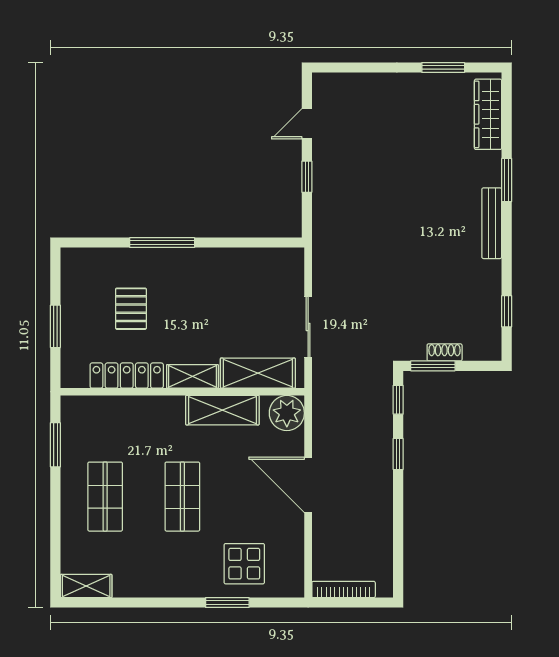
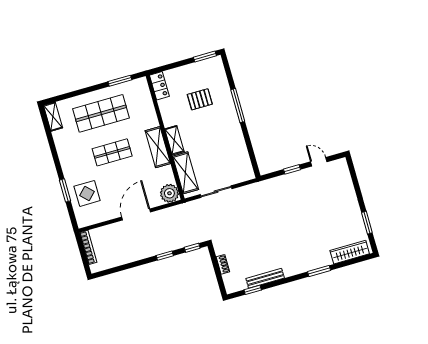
bench: (492, 223) -> (265, 278), moved
window: (55, 326) -> (205, 56), moved
window: (433, 366) -> (214, 260), removed
locker: (127, 376) -> (159, 86), moved, width x0.66
shelving: (222, 410) -> (158, 147), moved
shop shelf: (105, 497) -> (101, 113), width x1.43, depth x1.36

